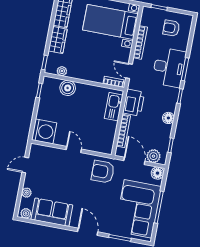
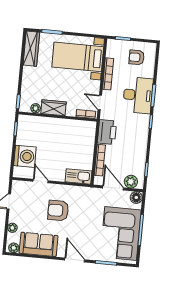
wardrobe: (58, 40) -> (54, 108), moved, turned -90
boiler: (68, 88) -> (43, 124), removed
kitchen sink: (114, 107) -> (79, 176), moved, turned 90
floor lamp: (168, 118) -> (142, 144), removed
washing machine: (44, 131) -> (25, 156), moved
door: (74, 149) -> (41, 181), moved
armchair: (103, 172) -> (58, 210), moved

